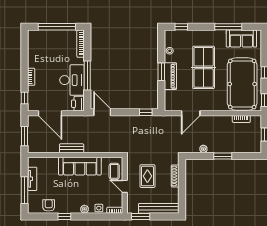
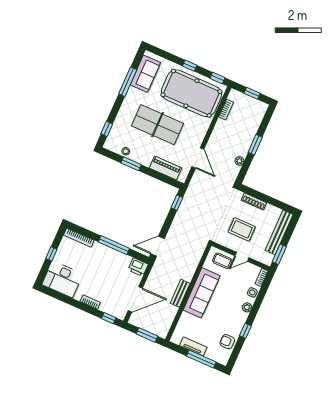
window: (57, 27) -> (51, 254), width x0.32
window: (161, 72) -> (131, 164), moved
piano: (170, 76) -> (165, 168), moved
desk: (72, 80) -> (62, 279), moved, turned 180

